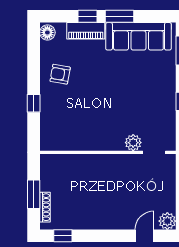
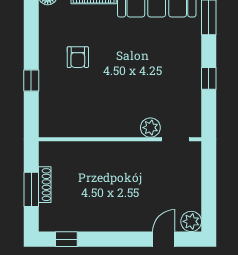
armchair: (60, 74) -> (78, 57), moved, turned -100
shoe rack: (45, 207) -> (45, 185), moved

